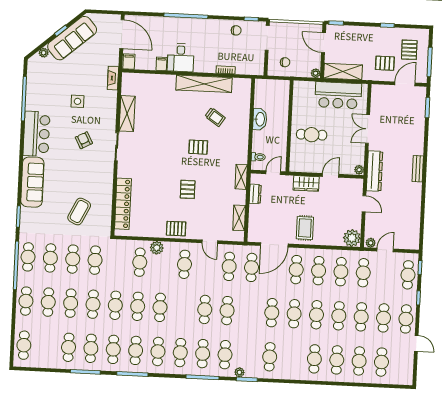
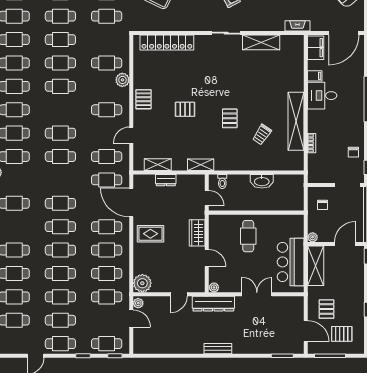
filing cabinet: (129, 61) -> (316, 48), width x2.00
dresser: (255, 194) -> (166, 180), moved

